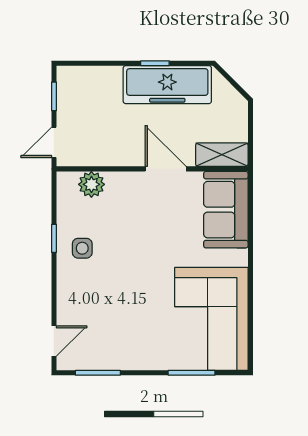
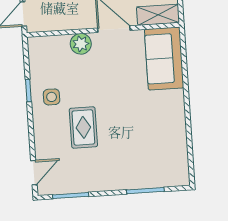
plant: (91, 184) -> (81, 44), moved
rug: (119, 289) -> (83, 127), added
corner sofa: (211, 319) -> (158, 147), removed

